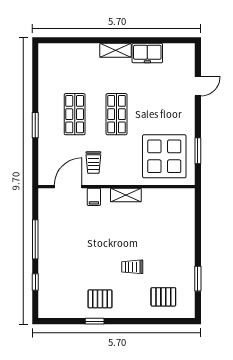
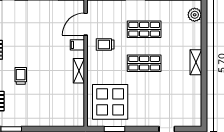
plant: (57, 52) -> (195, 15), added
freezer: (147, 53) -> (194, 88), removed
door: (68, 187) -> (86, 24), swing flipped

